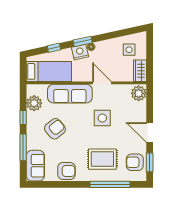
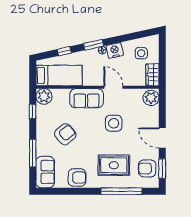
nightstand: (80, 52) -> (115, 50), moved
sofa: (70, 94) -> (87, 98), width x0.73
plant: (34, 103) -> (44, 96), moved
window: (23, 118) -> (33, 111), moved

